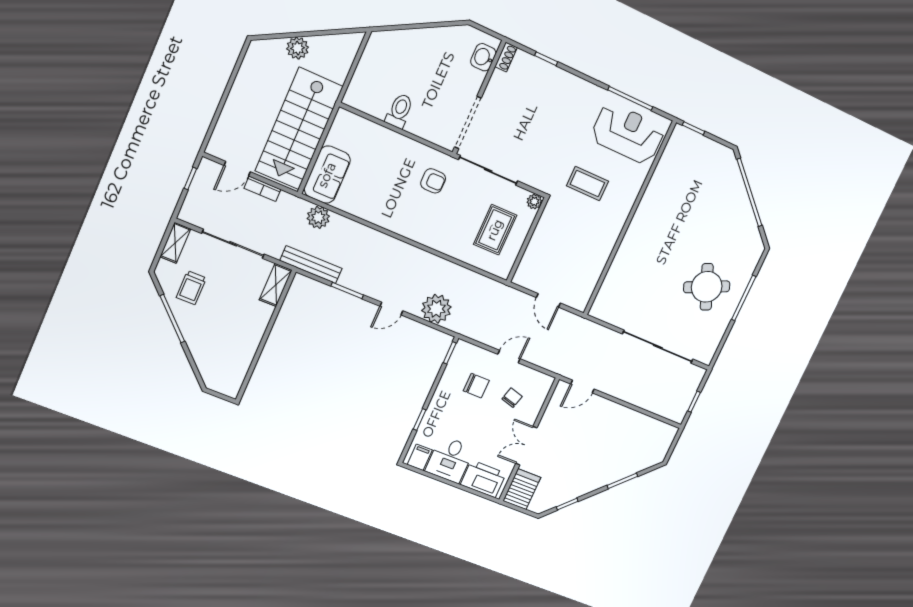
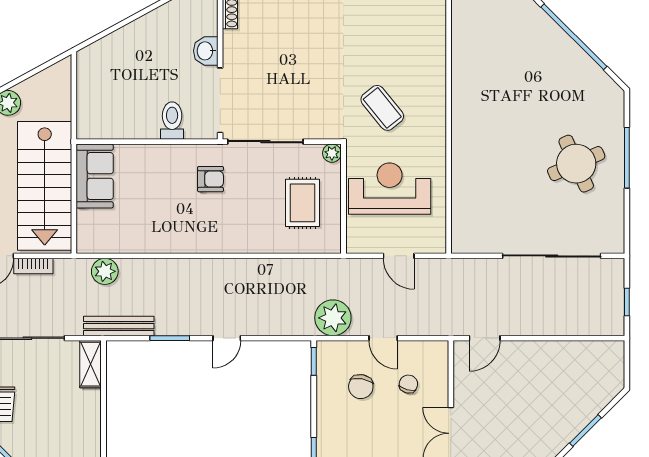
washbasin: (483, 57) -> (206, 51), moved
toilet: (399, 111) -> (172, 121), moved
reception desk: (628, 133) -> (390, 189), moved
sofa: (327, 175) -> (95, 176), moved
coffee table: (587, 184) -> (382, 108), turned 51
plant: (436, 309) -> (333, 318), moved
door: (509, 357) -> (383, 338), swing flipped
chair: (476, 386) -> (361, 387), turned 100

